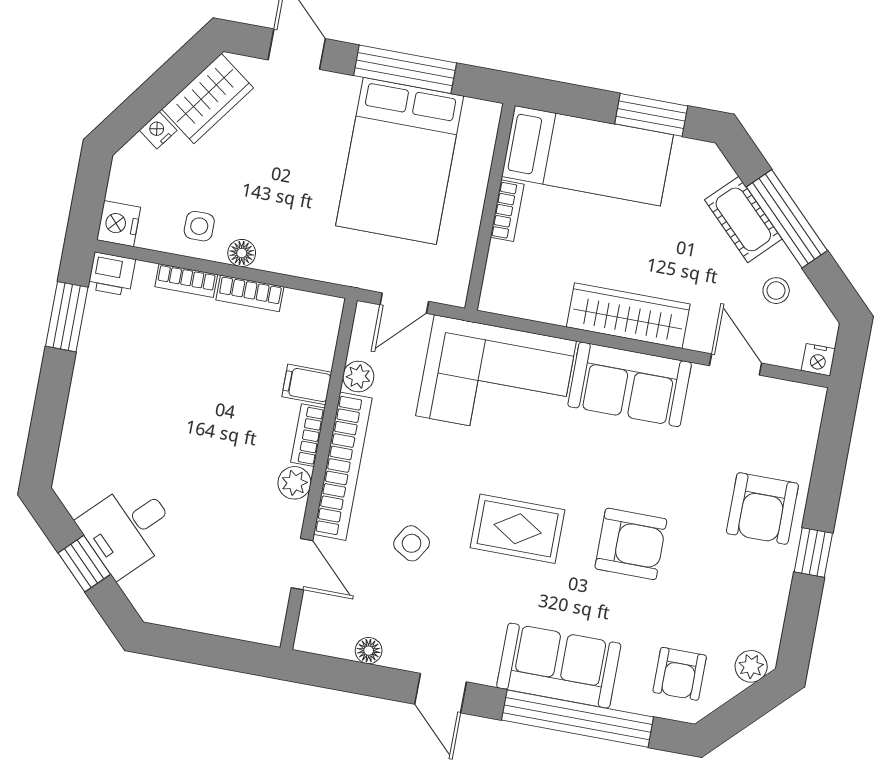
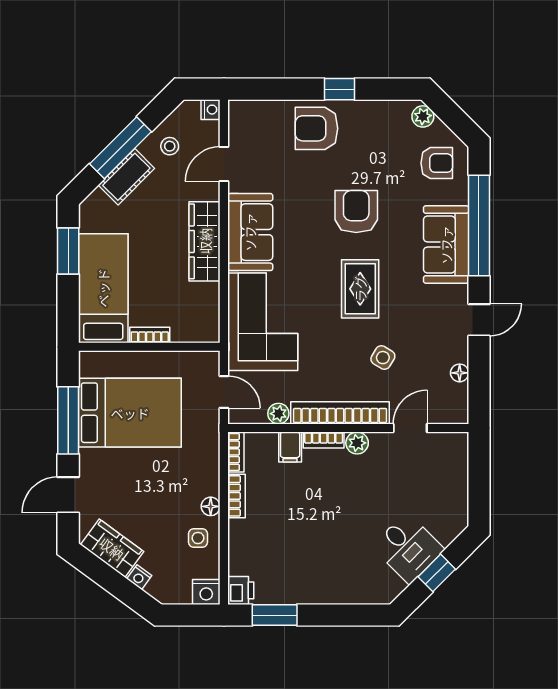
bookcase: (186, 281) -> (236, 452), moved
armchair: (762, 508) -> (316, 128), turned 180

